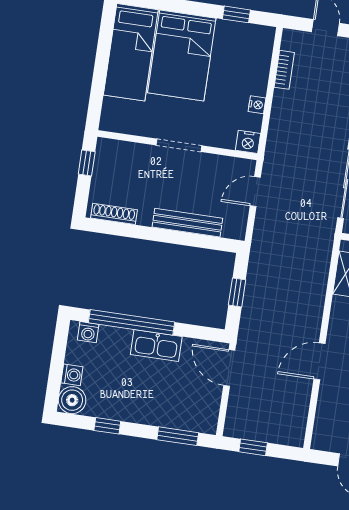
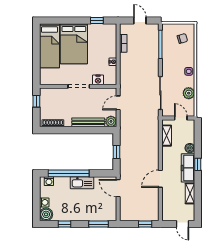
nightstand: (248, 142) -> (98, 80), moved
plant: (235, 228) -> (111, 121), added
window: (253, 447) -> (145, 224), moved

